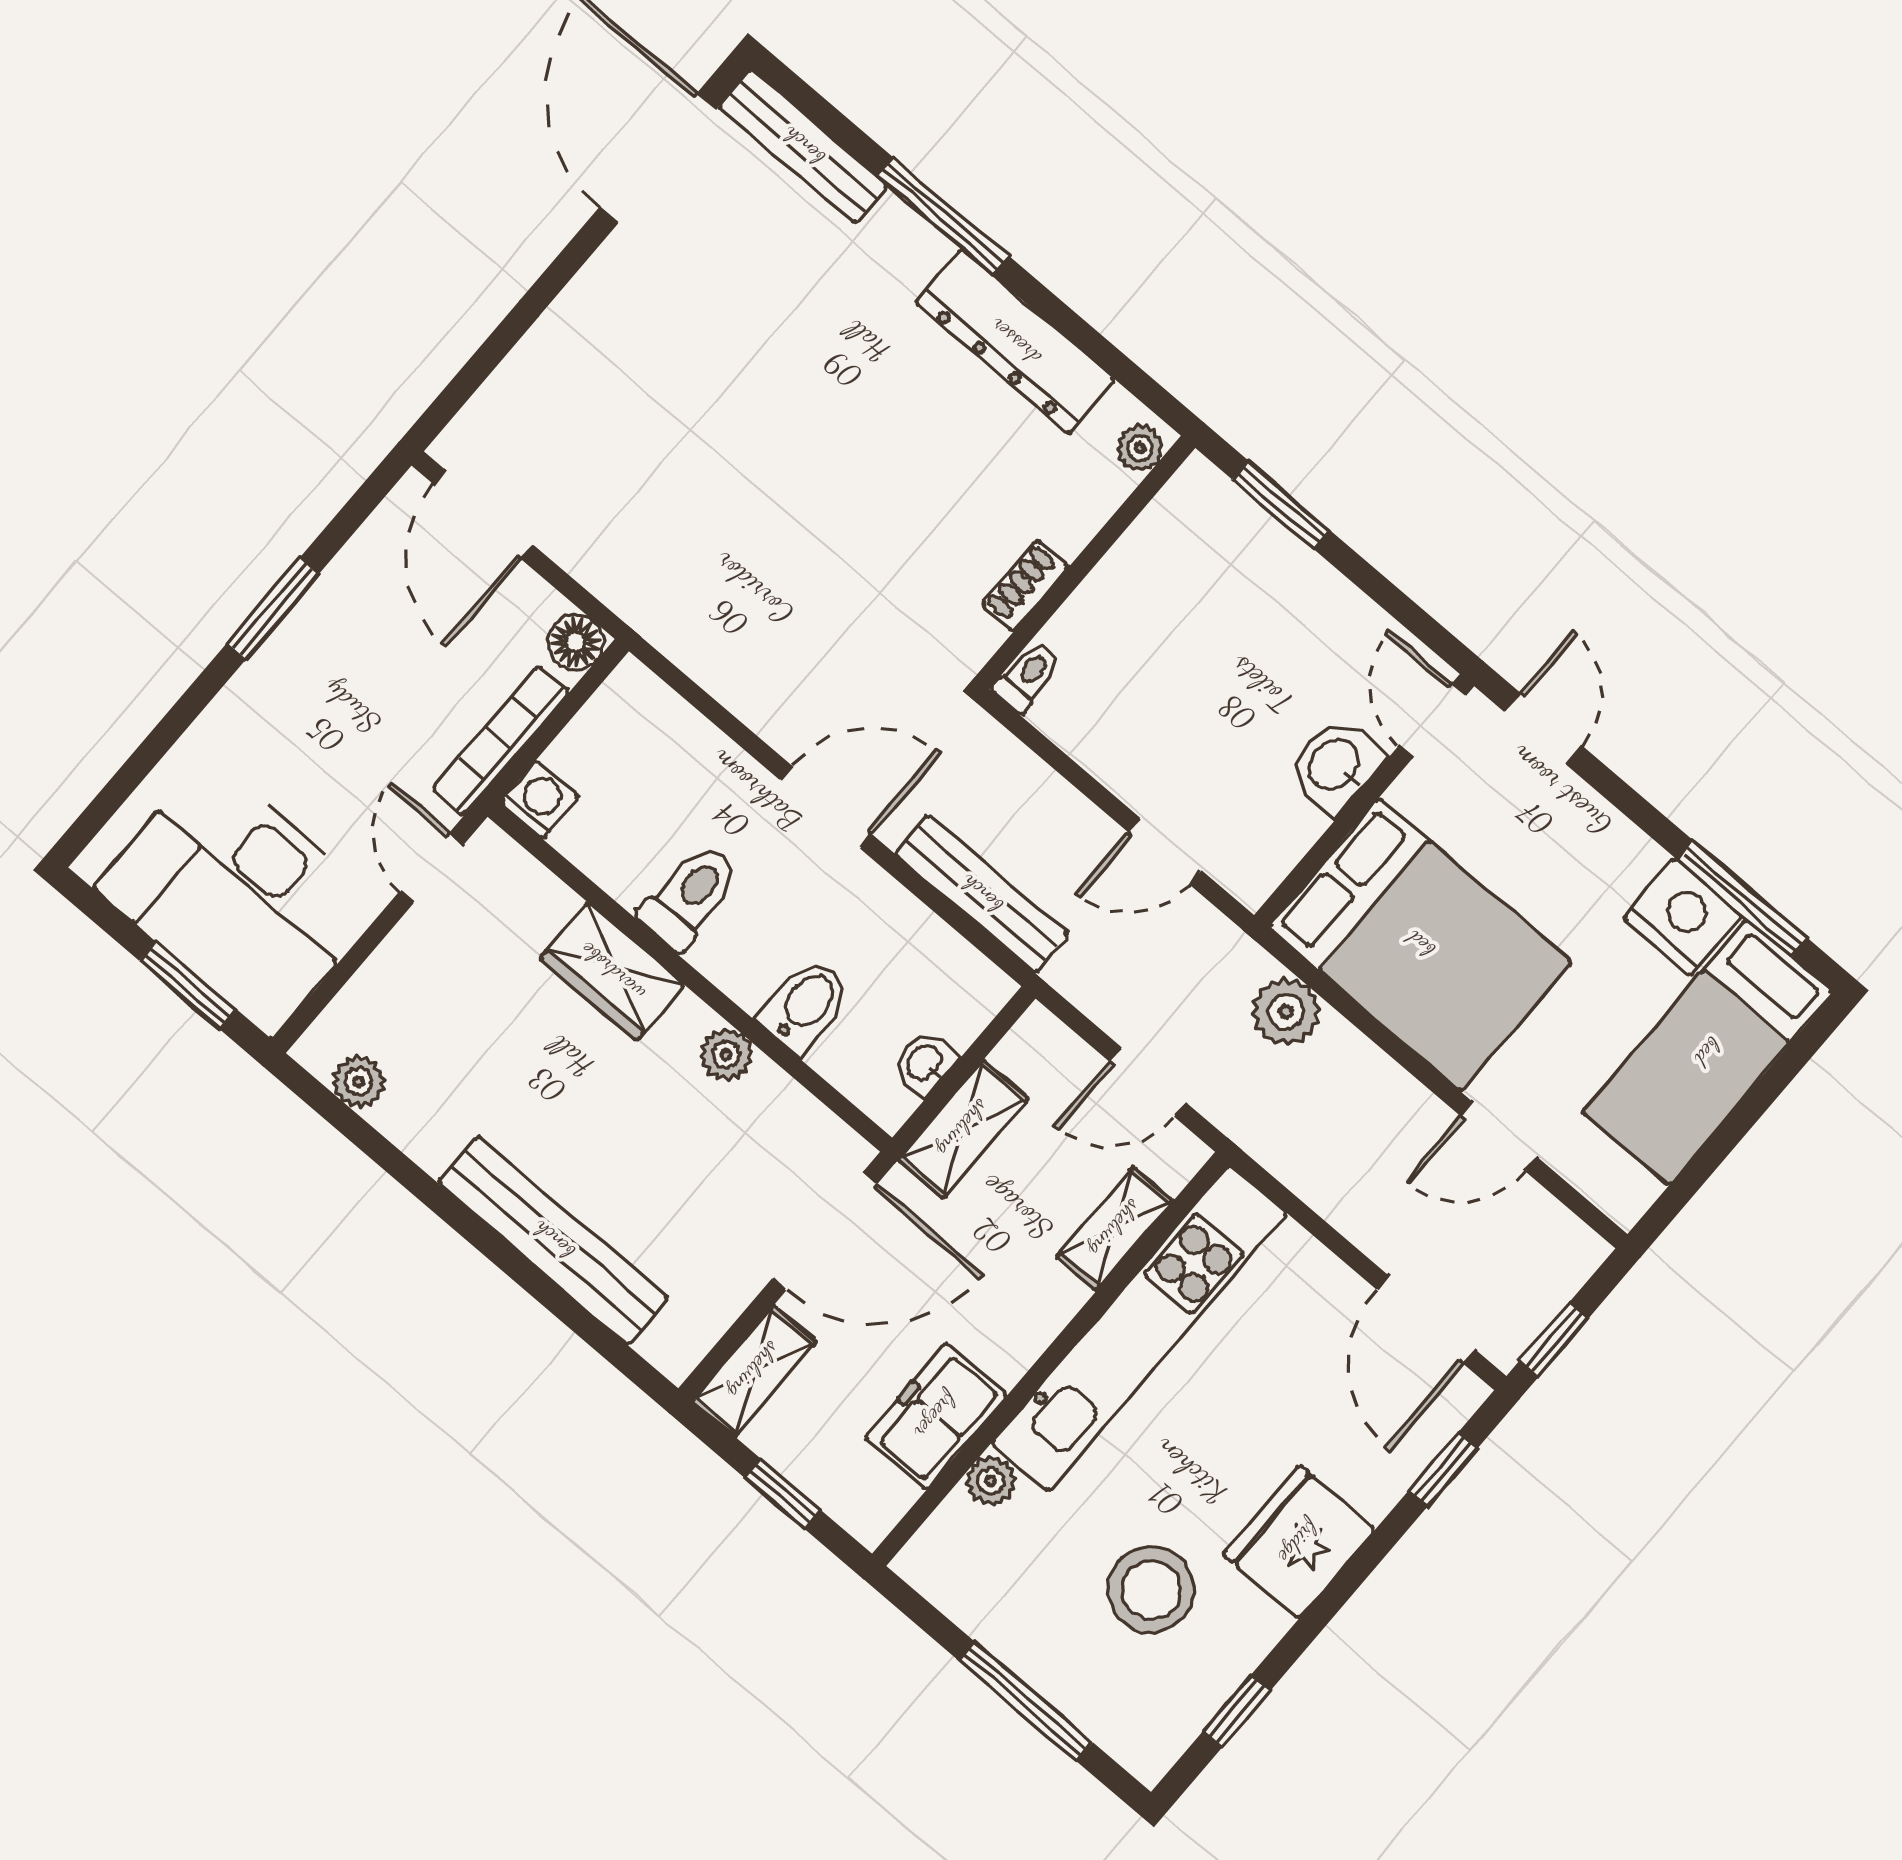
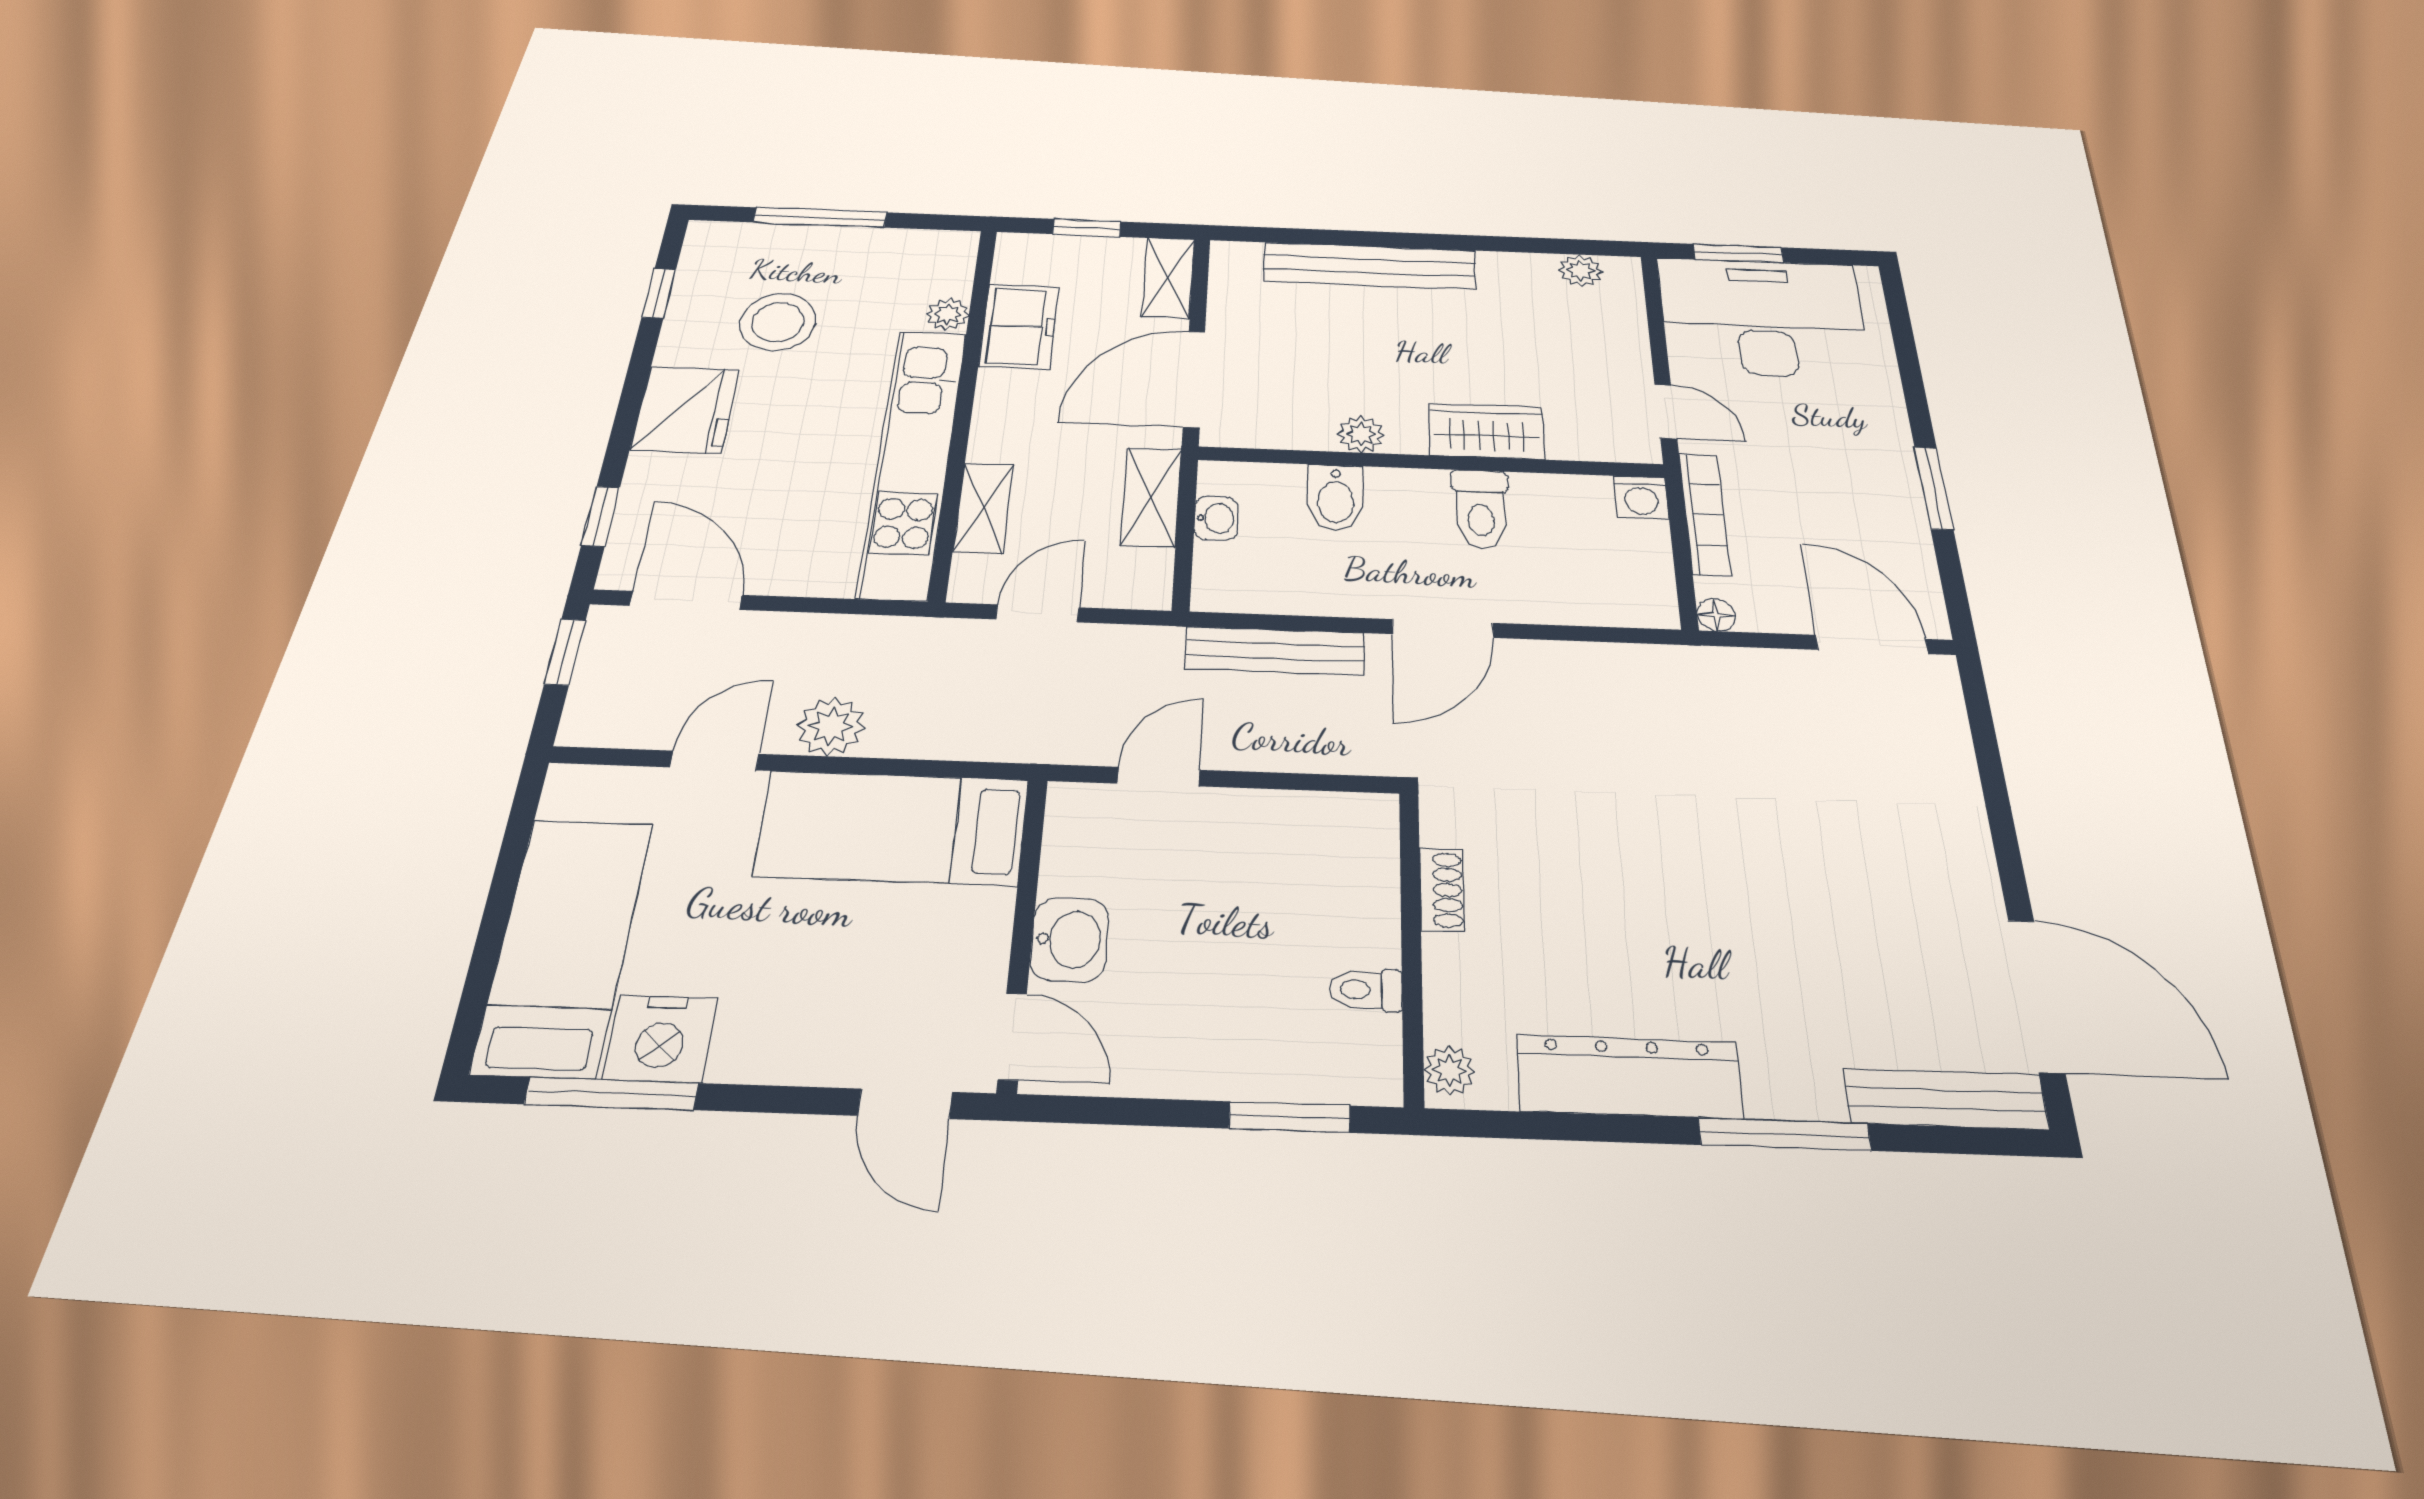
floor lamp: (576, 642) -> (1716, 615), width x0.73, depth x0.73
toilet: (1028, 677) -> (1365, 990), moved, turned 90
bed: (1420, 944) -> (893, 828), width x0.67
plant: (1286, 1012) -> (831, 726), moved

